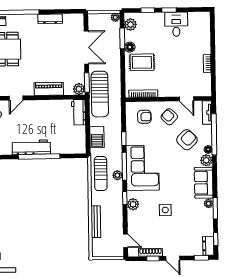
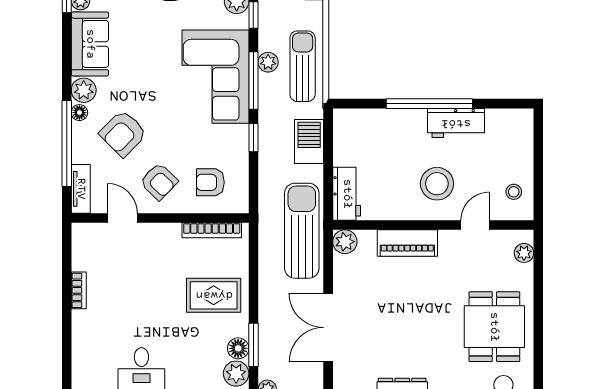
floor lamp: (130, 47) -> (238, 348), moved
window: (87, 83) -> (328, 255), removed
stool: (35, 118) -> (437, 184), added
workbench: (31, 147) -> (456, 123), width x0.73

